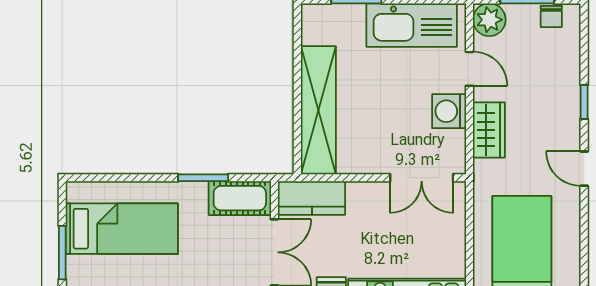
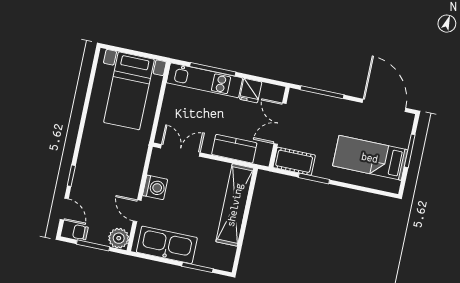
chair: (551, 16) -> (80, 232), turned -90
wardrobe: (489, 130) -> (133, 171), removed
door: (584, 169) -> (64, 209), moved
kitchen counter: (312, 198) -> (234, 149), moved

